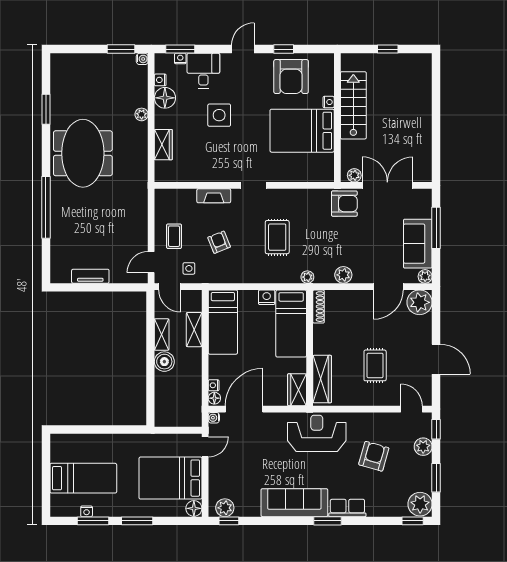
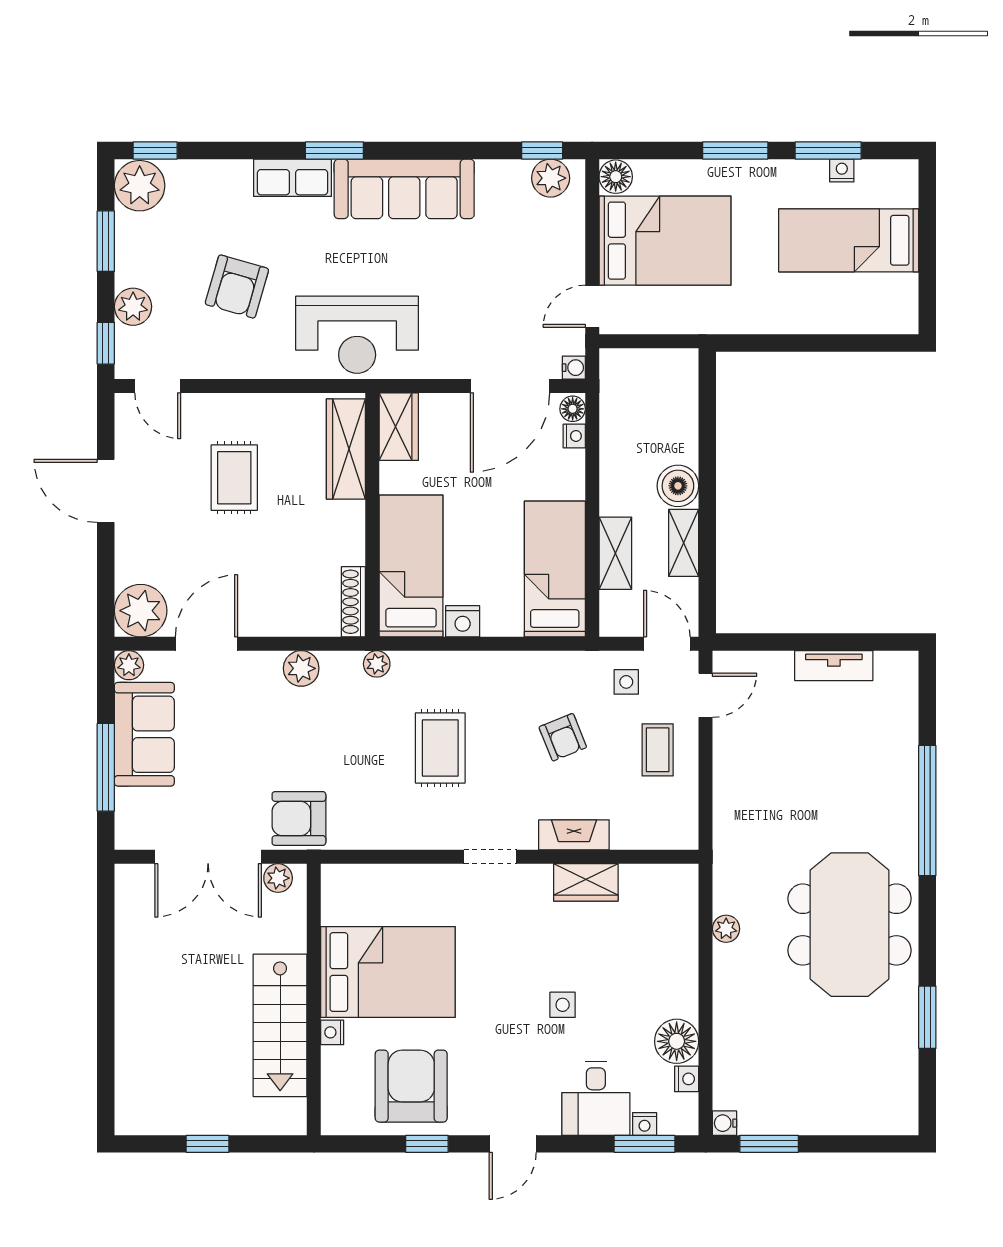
plant: (142, 114) -> (726, 929), moved
side table: (219, 115) -> (563, 1005), width x0.54, depth x0.54
wardrobe: (163, 145) -> (586, 882), moved, turned -90

